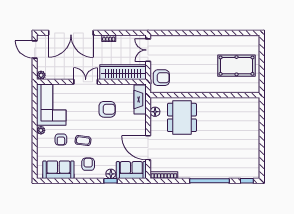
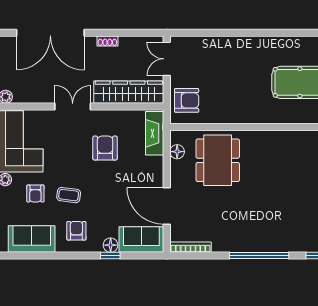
armchair: (107, 109) -> (105, 148), turned -90

